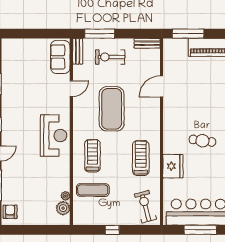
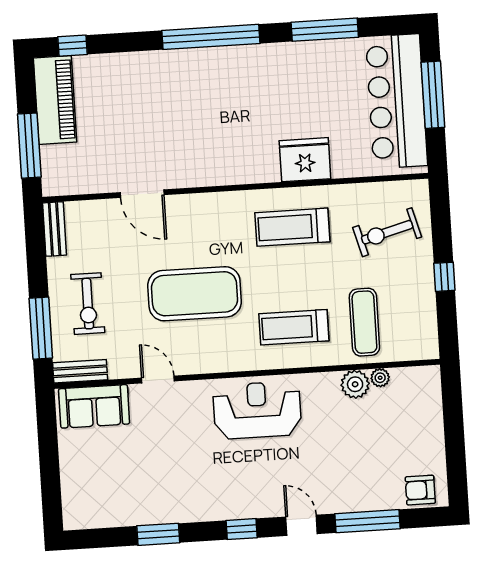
cafe table: (202, 141) -> (249, 102), removed
exercise bike: (145, 207) -> (387, 232), moved
plant: (63, 208) -> (355, 384), moved

